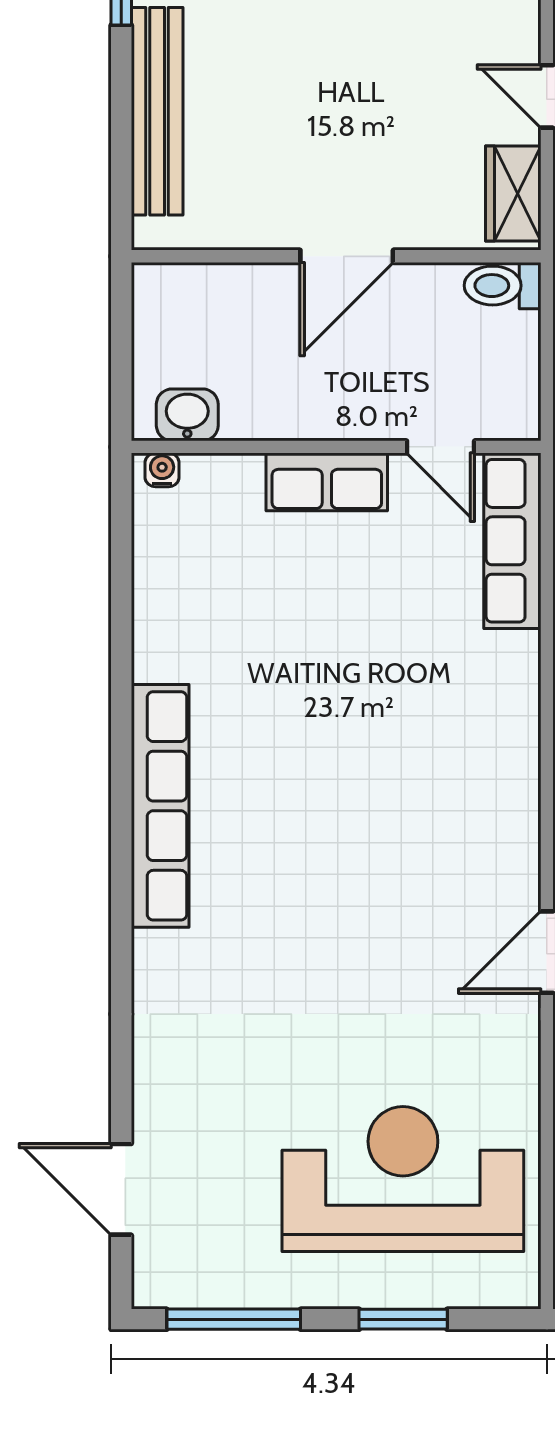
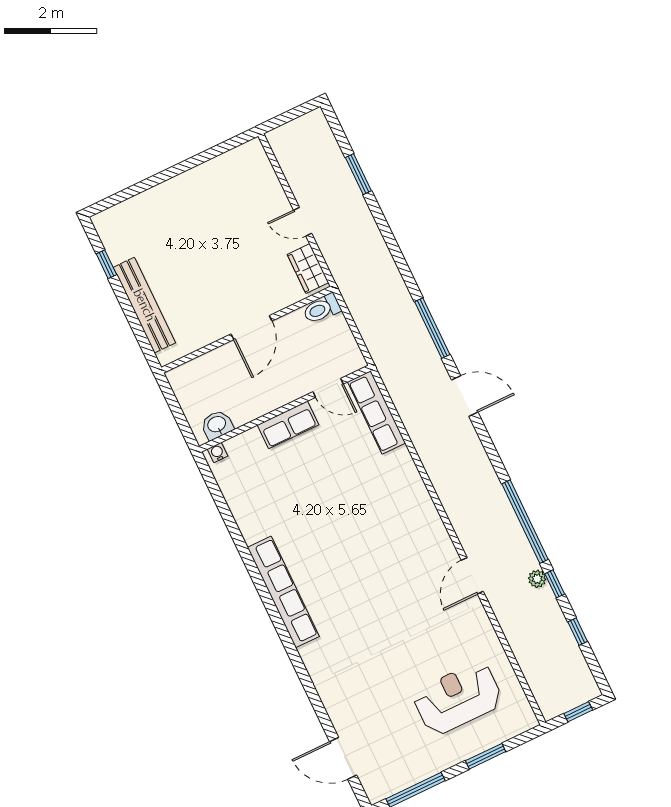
reception desk: (403, 1179) -> (458, 698), width x0.74, depth x0.77

